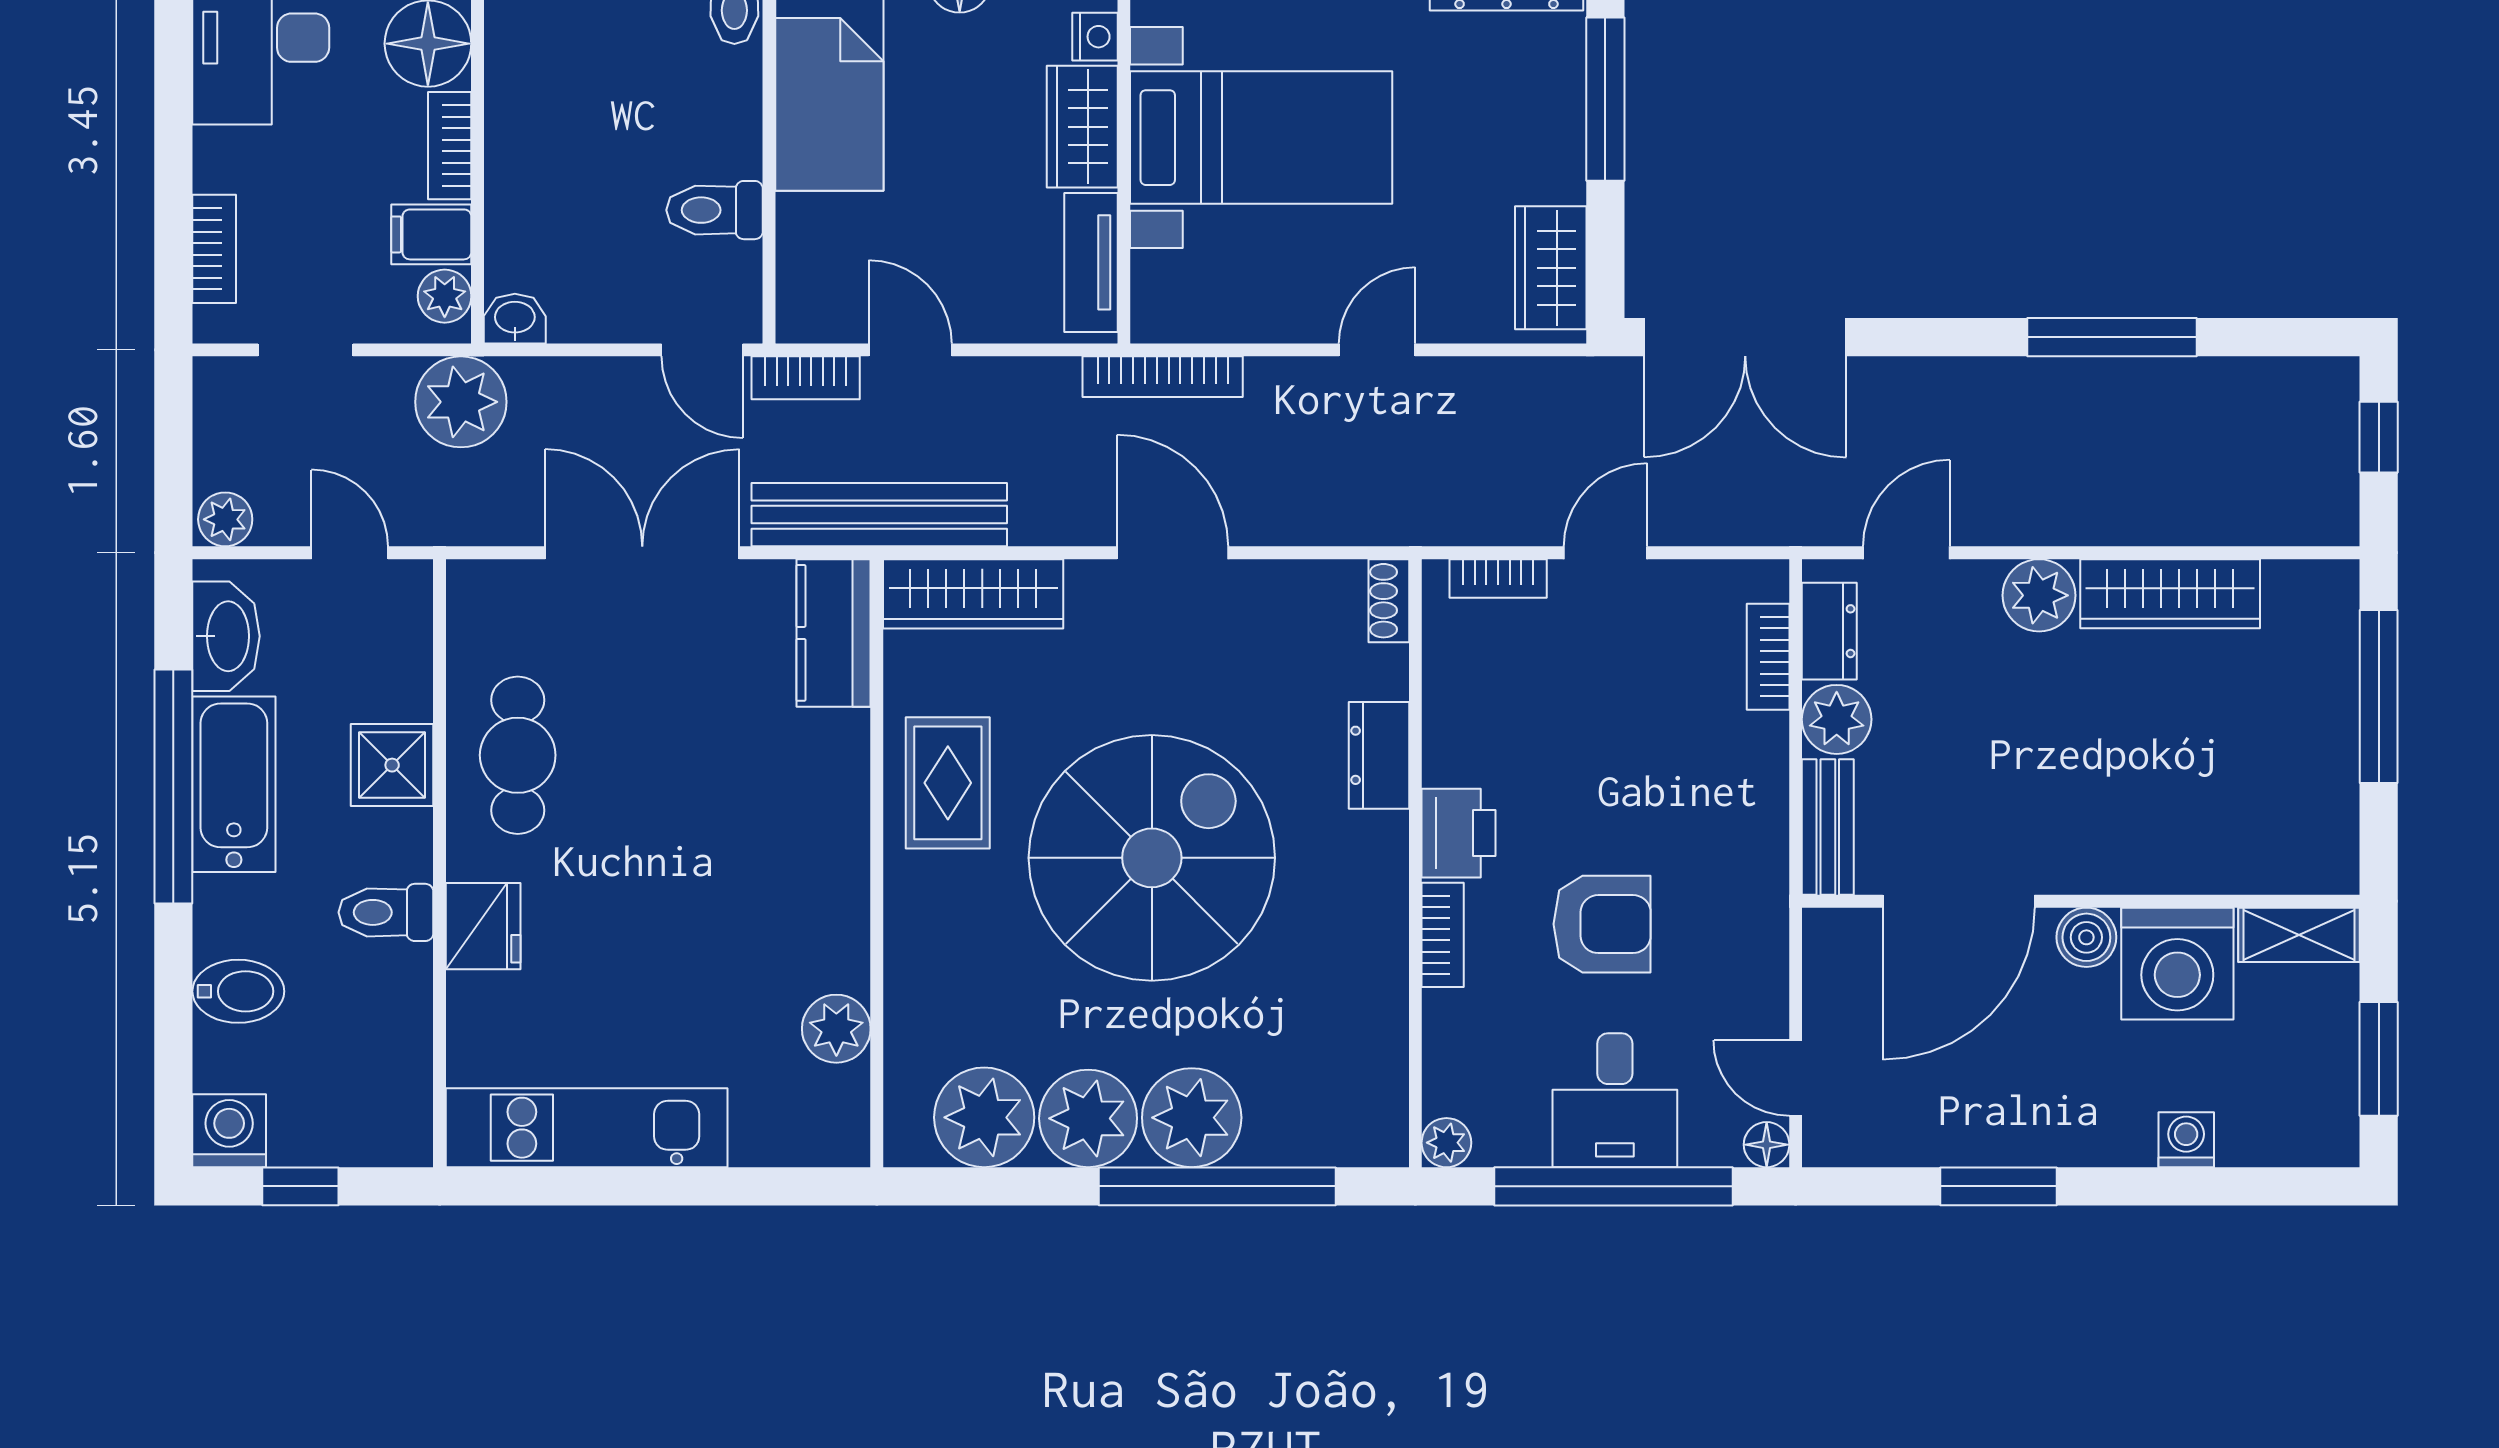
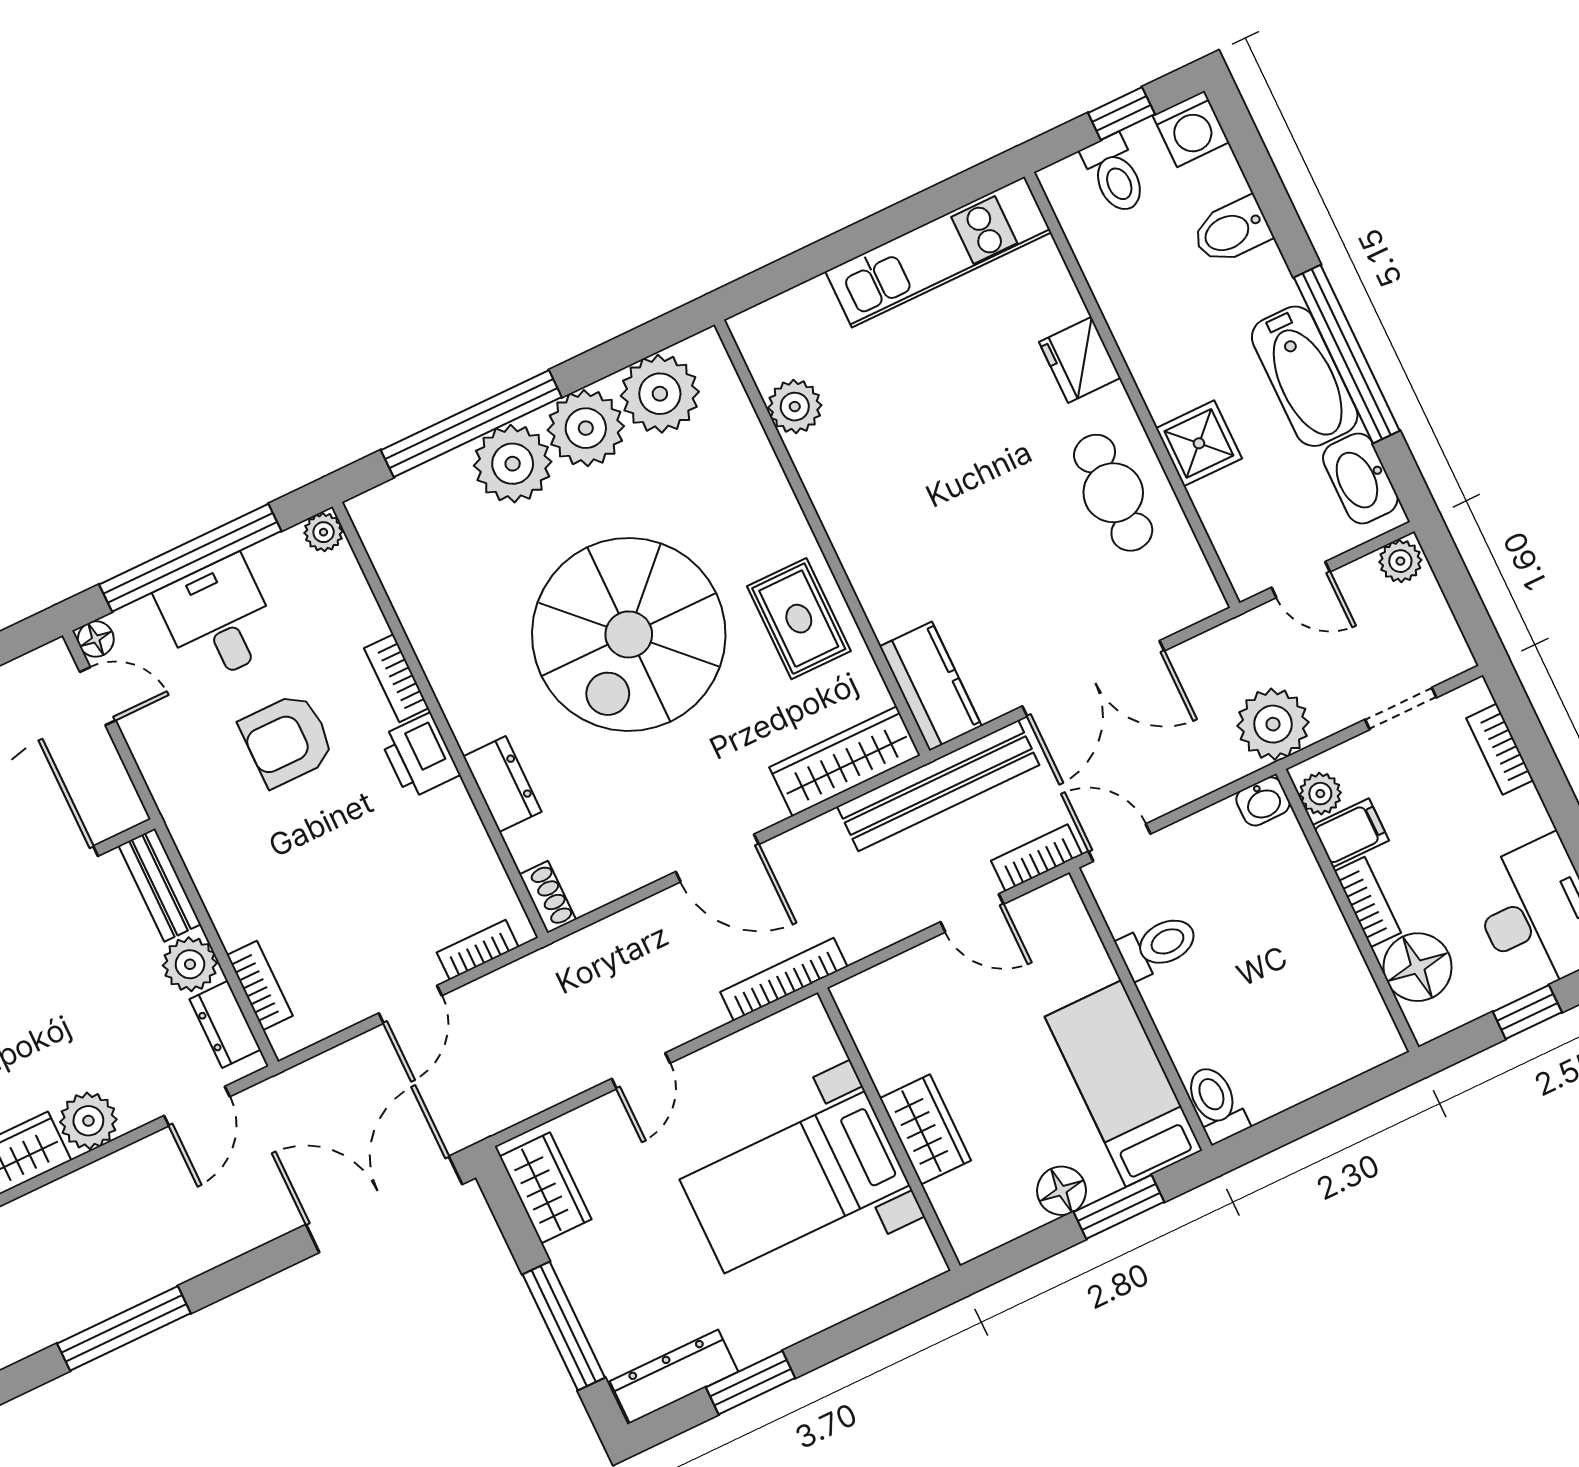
nightstand: (1095, 37) -> (947, 1198), removed
tv unit: (1091, 262) -> (873, 1036), removed
toilet: (386, 912) -> (1115, 174), moved, turned 90

